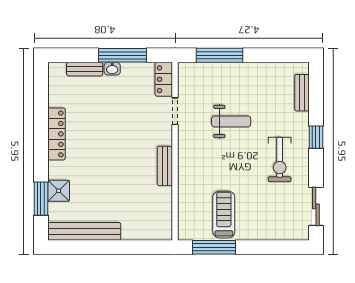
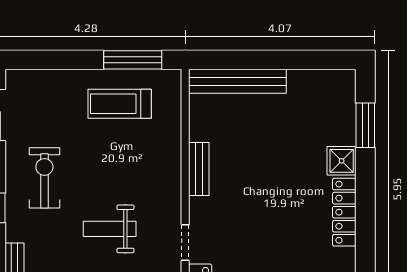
shower: (59, 191) -> (342, 161), moved
treadmill: (224, 215) -> (120, 104), turned 90
bench: (84, 231) -> (237, 81), moved

